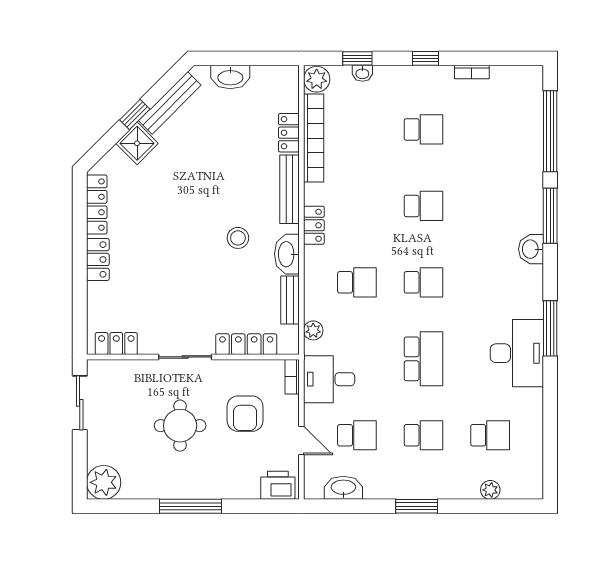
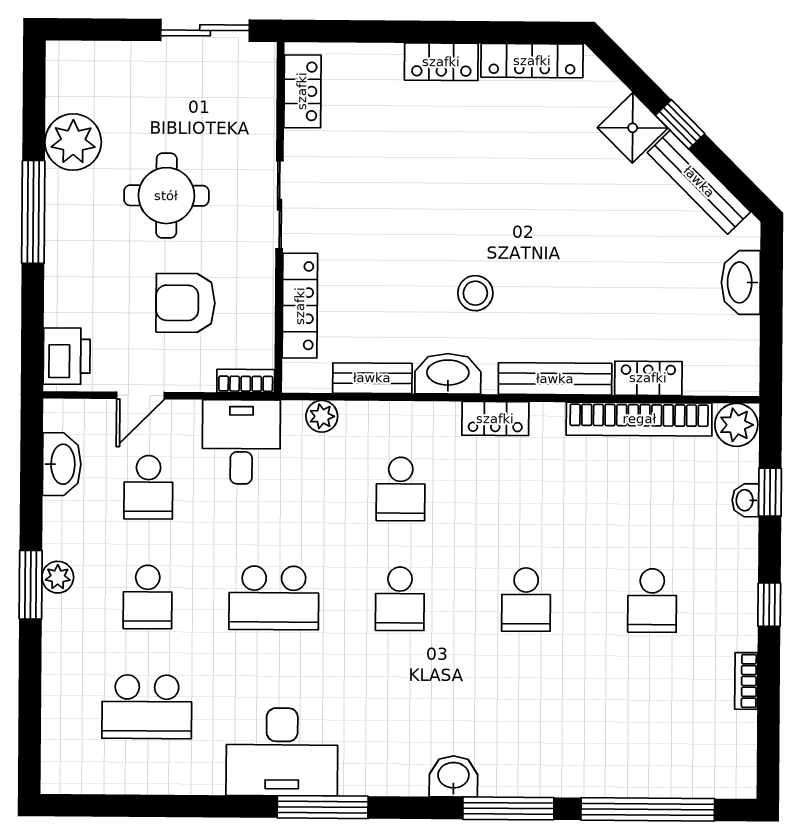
school desk: (490, 435) -> (147, 707), width x1.85
plant: (104, 482) -> (73, 142), moved
plant: (490, 490) -> (58, 577), moved

